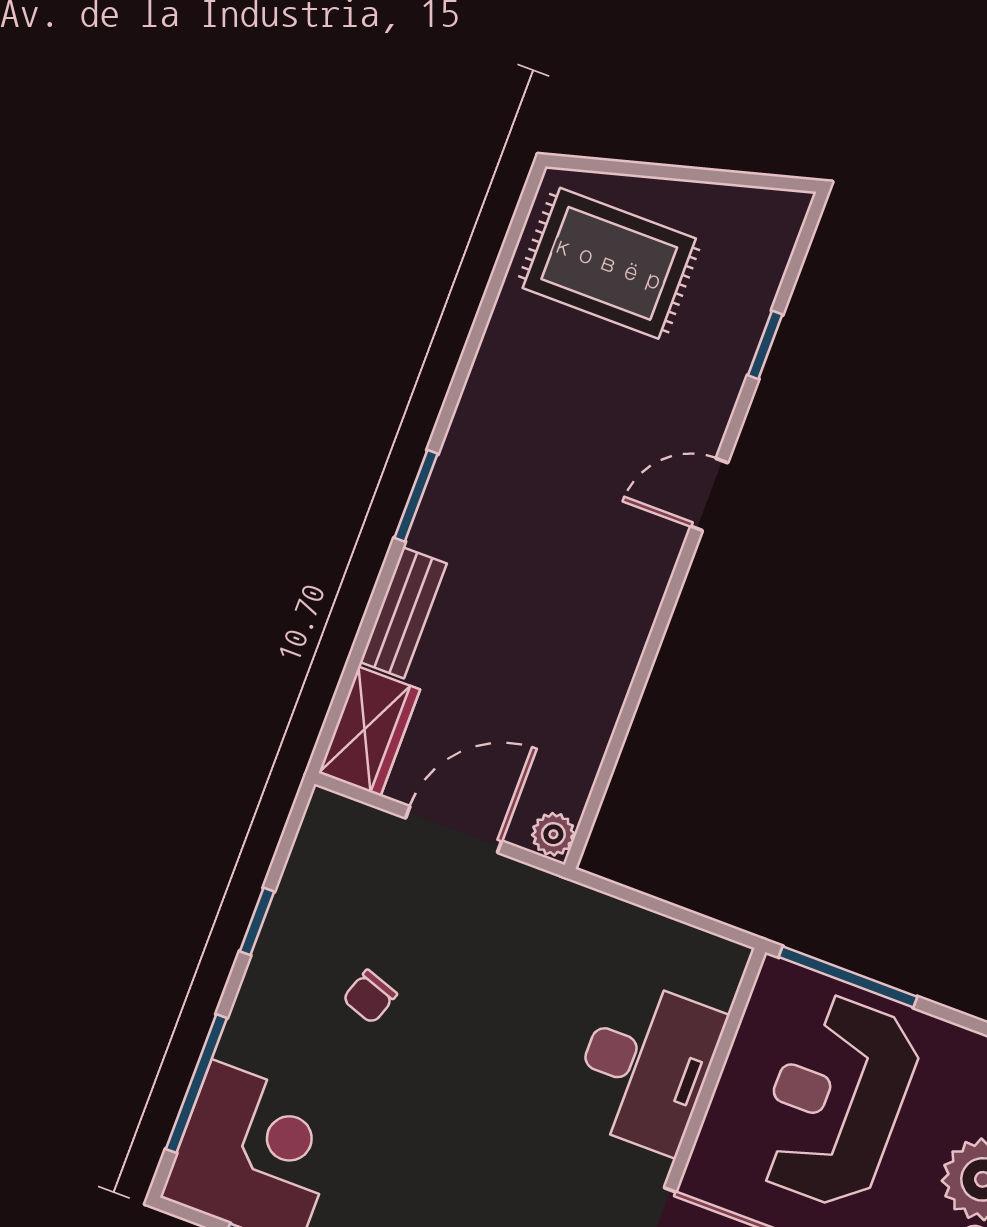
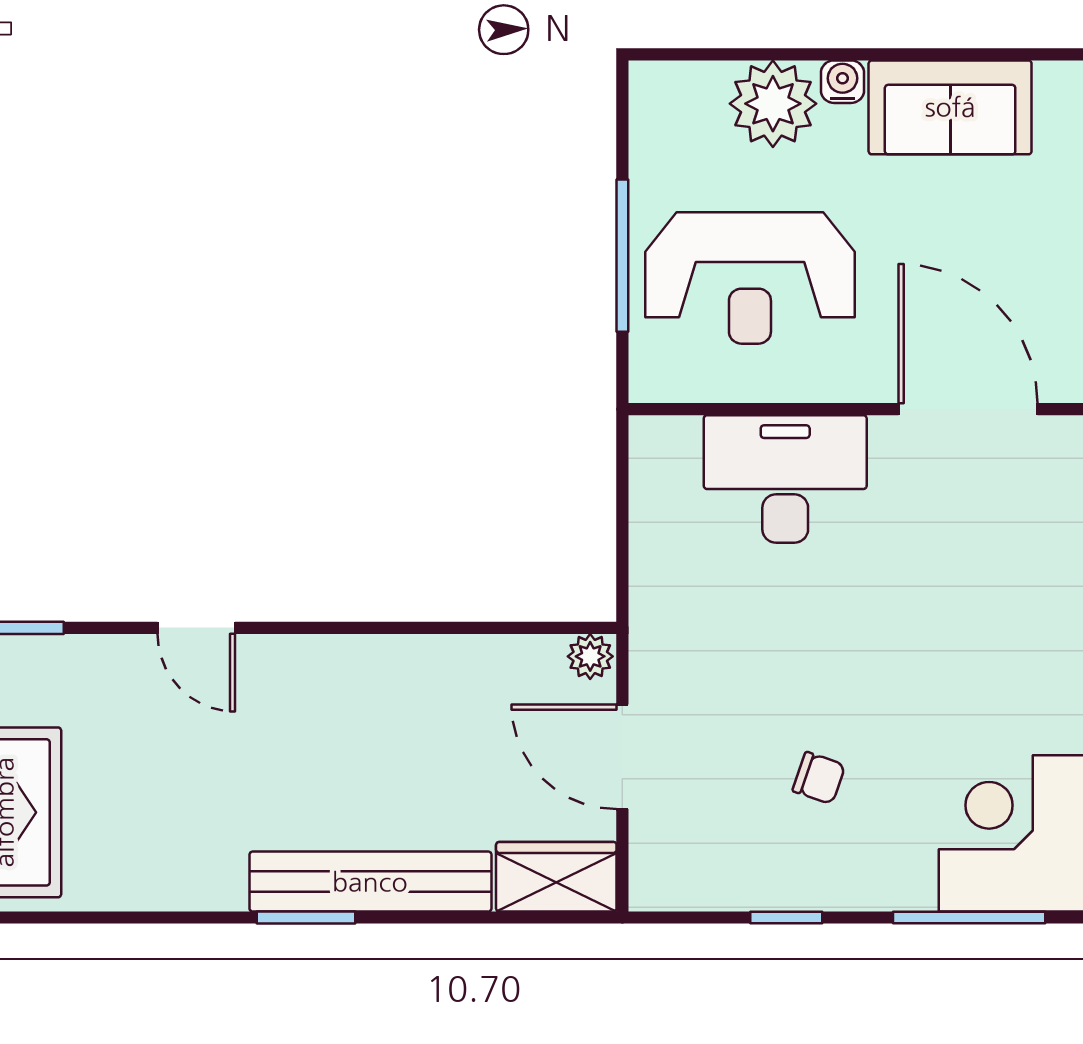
bench: (403, 613) -> (370, 882), width x1.86, depth x1.21
window: (848, 977) -> (622, 256), moved

